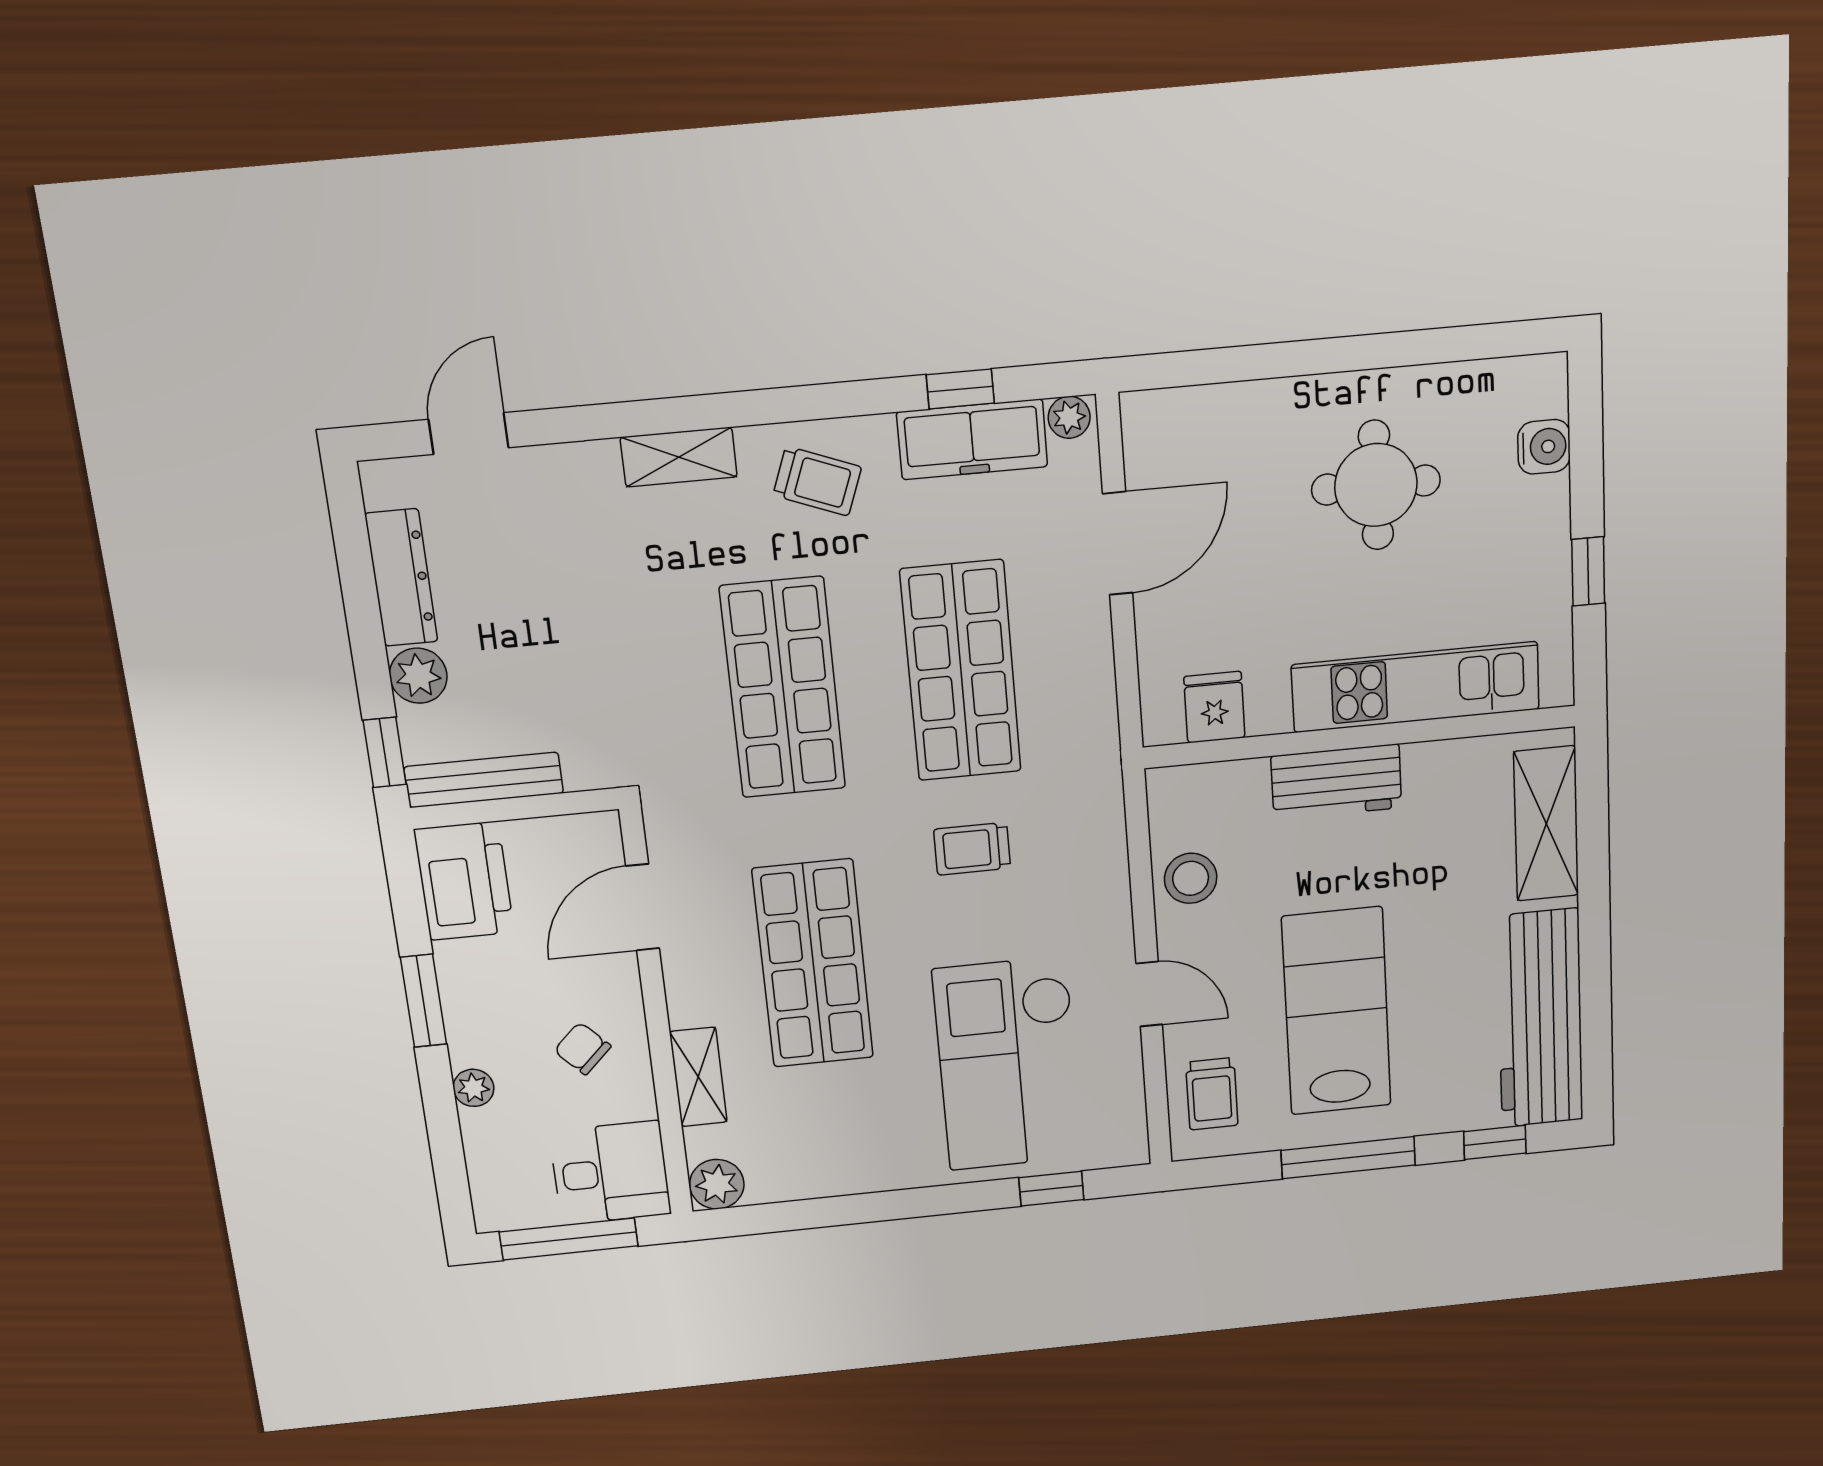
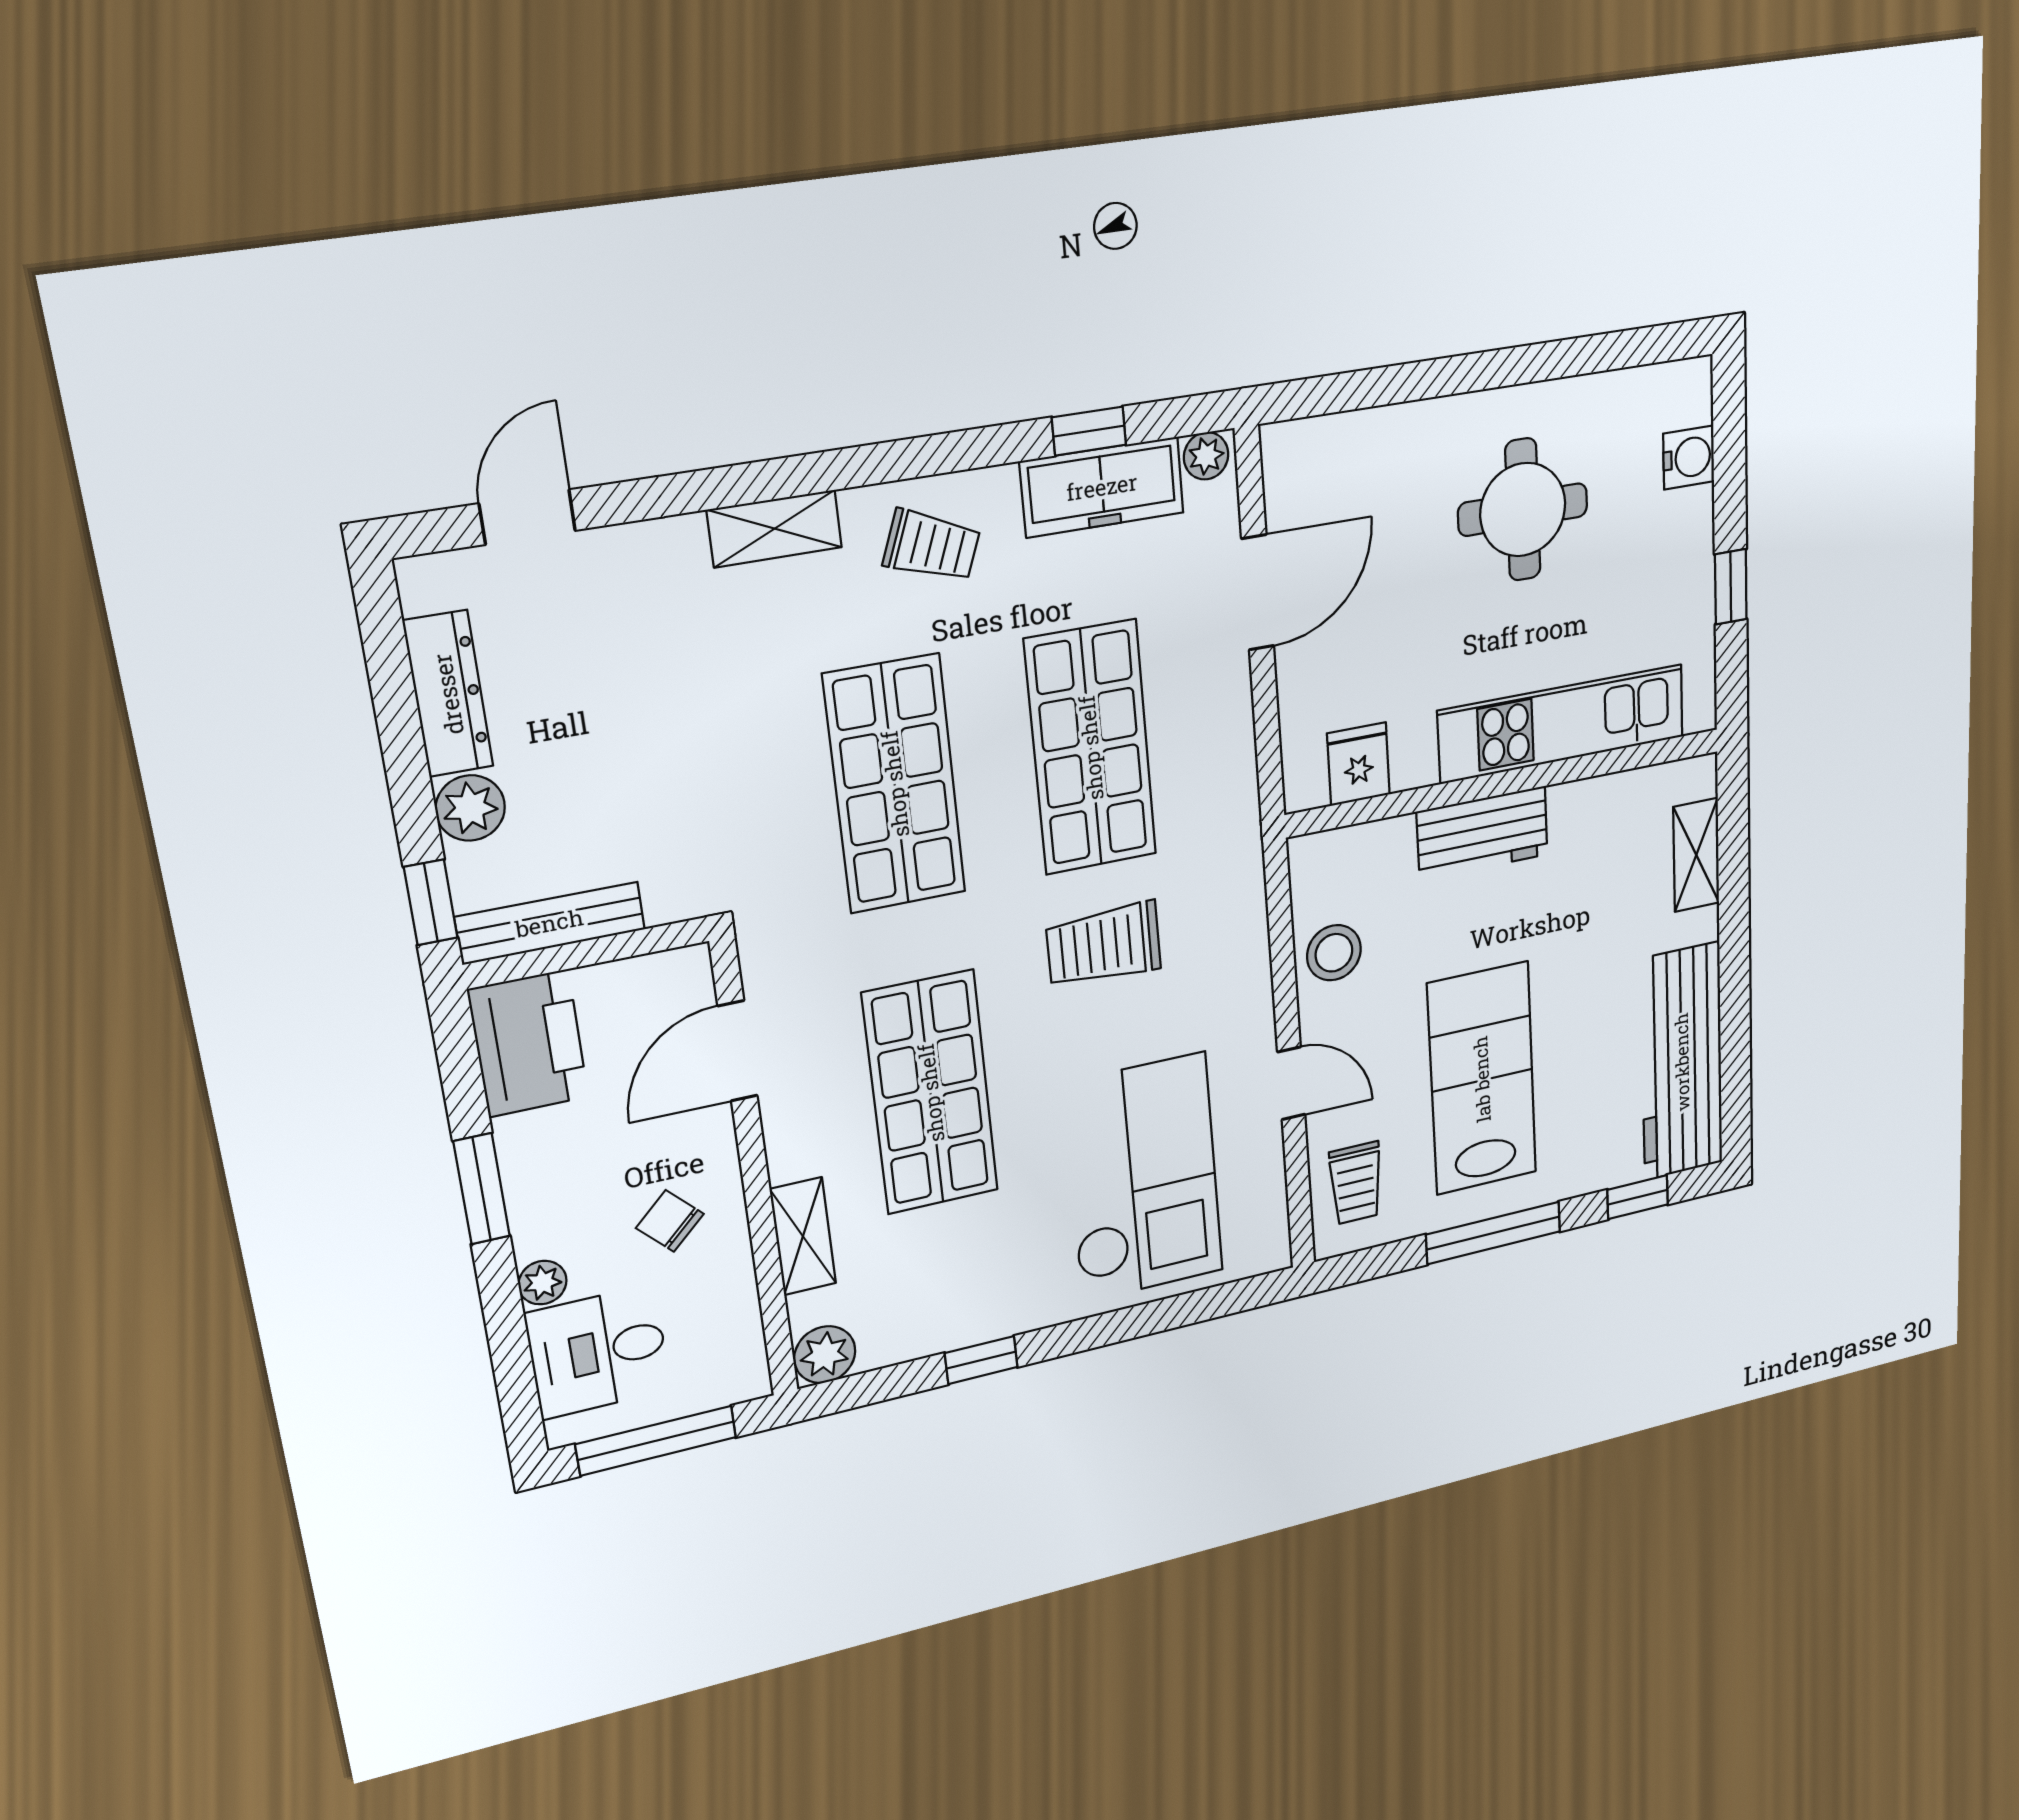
shelving: (1546, 824) -> (1696, 855), width x0.67, depth x0.75
trolley: (972, 849) -> (1104, 945), width x1.36, depth x1.39
checkout: (1008, 1064) -> (1143, 1178), turned 180
desk: (610, 1173) -> (598, 1352), moved, turned 180
window: (1051, 1189) -> (981, 1360), moved

